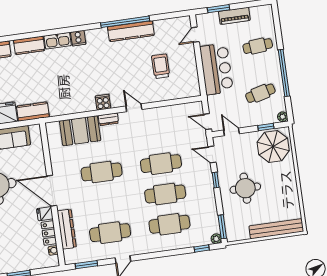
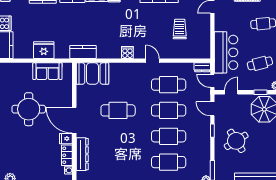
bar counter: (216, 69) -> (226, 52), moved
kitchen counter: (33, 112) -> (83, 52), moved
dresser: (108, 119) -> (202, 67), moved
booth: (80, 131) -> (92, 74), moved
door: (232, 132) -> (231, 92), hinge flipped
round table: (245, 188) -> (236, 141), turned -32
cafe table: (110, 233) -> (169, 85), moved

